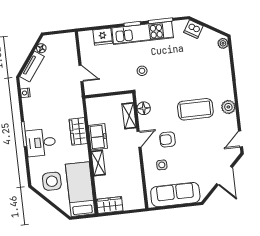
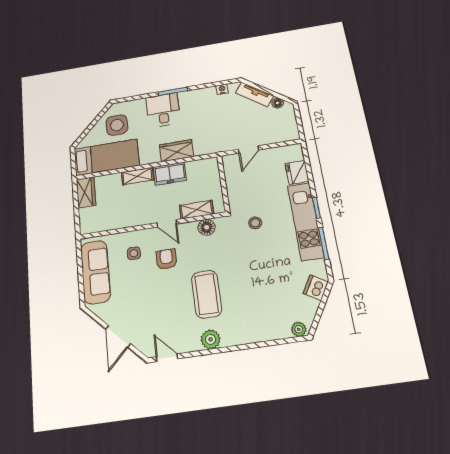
door: (224, 176) -> (118, 336), hinge flipped

